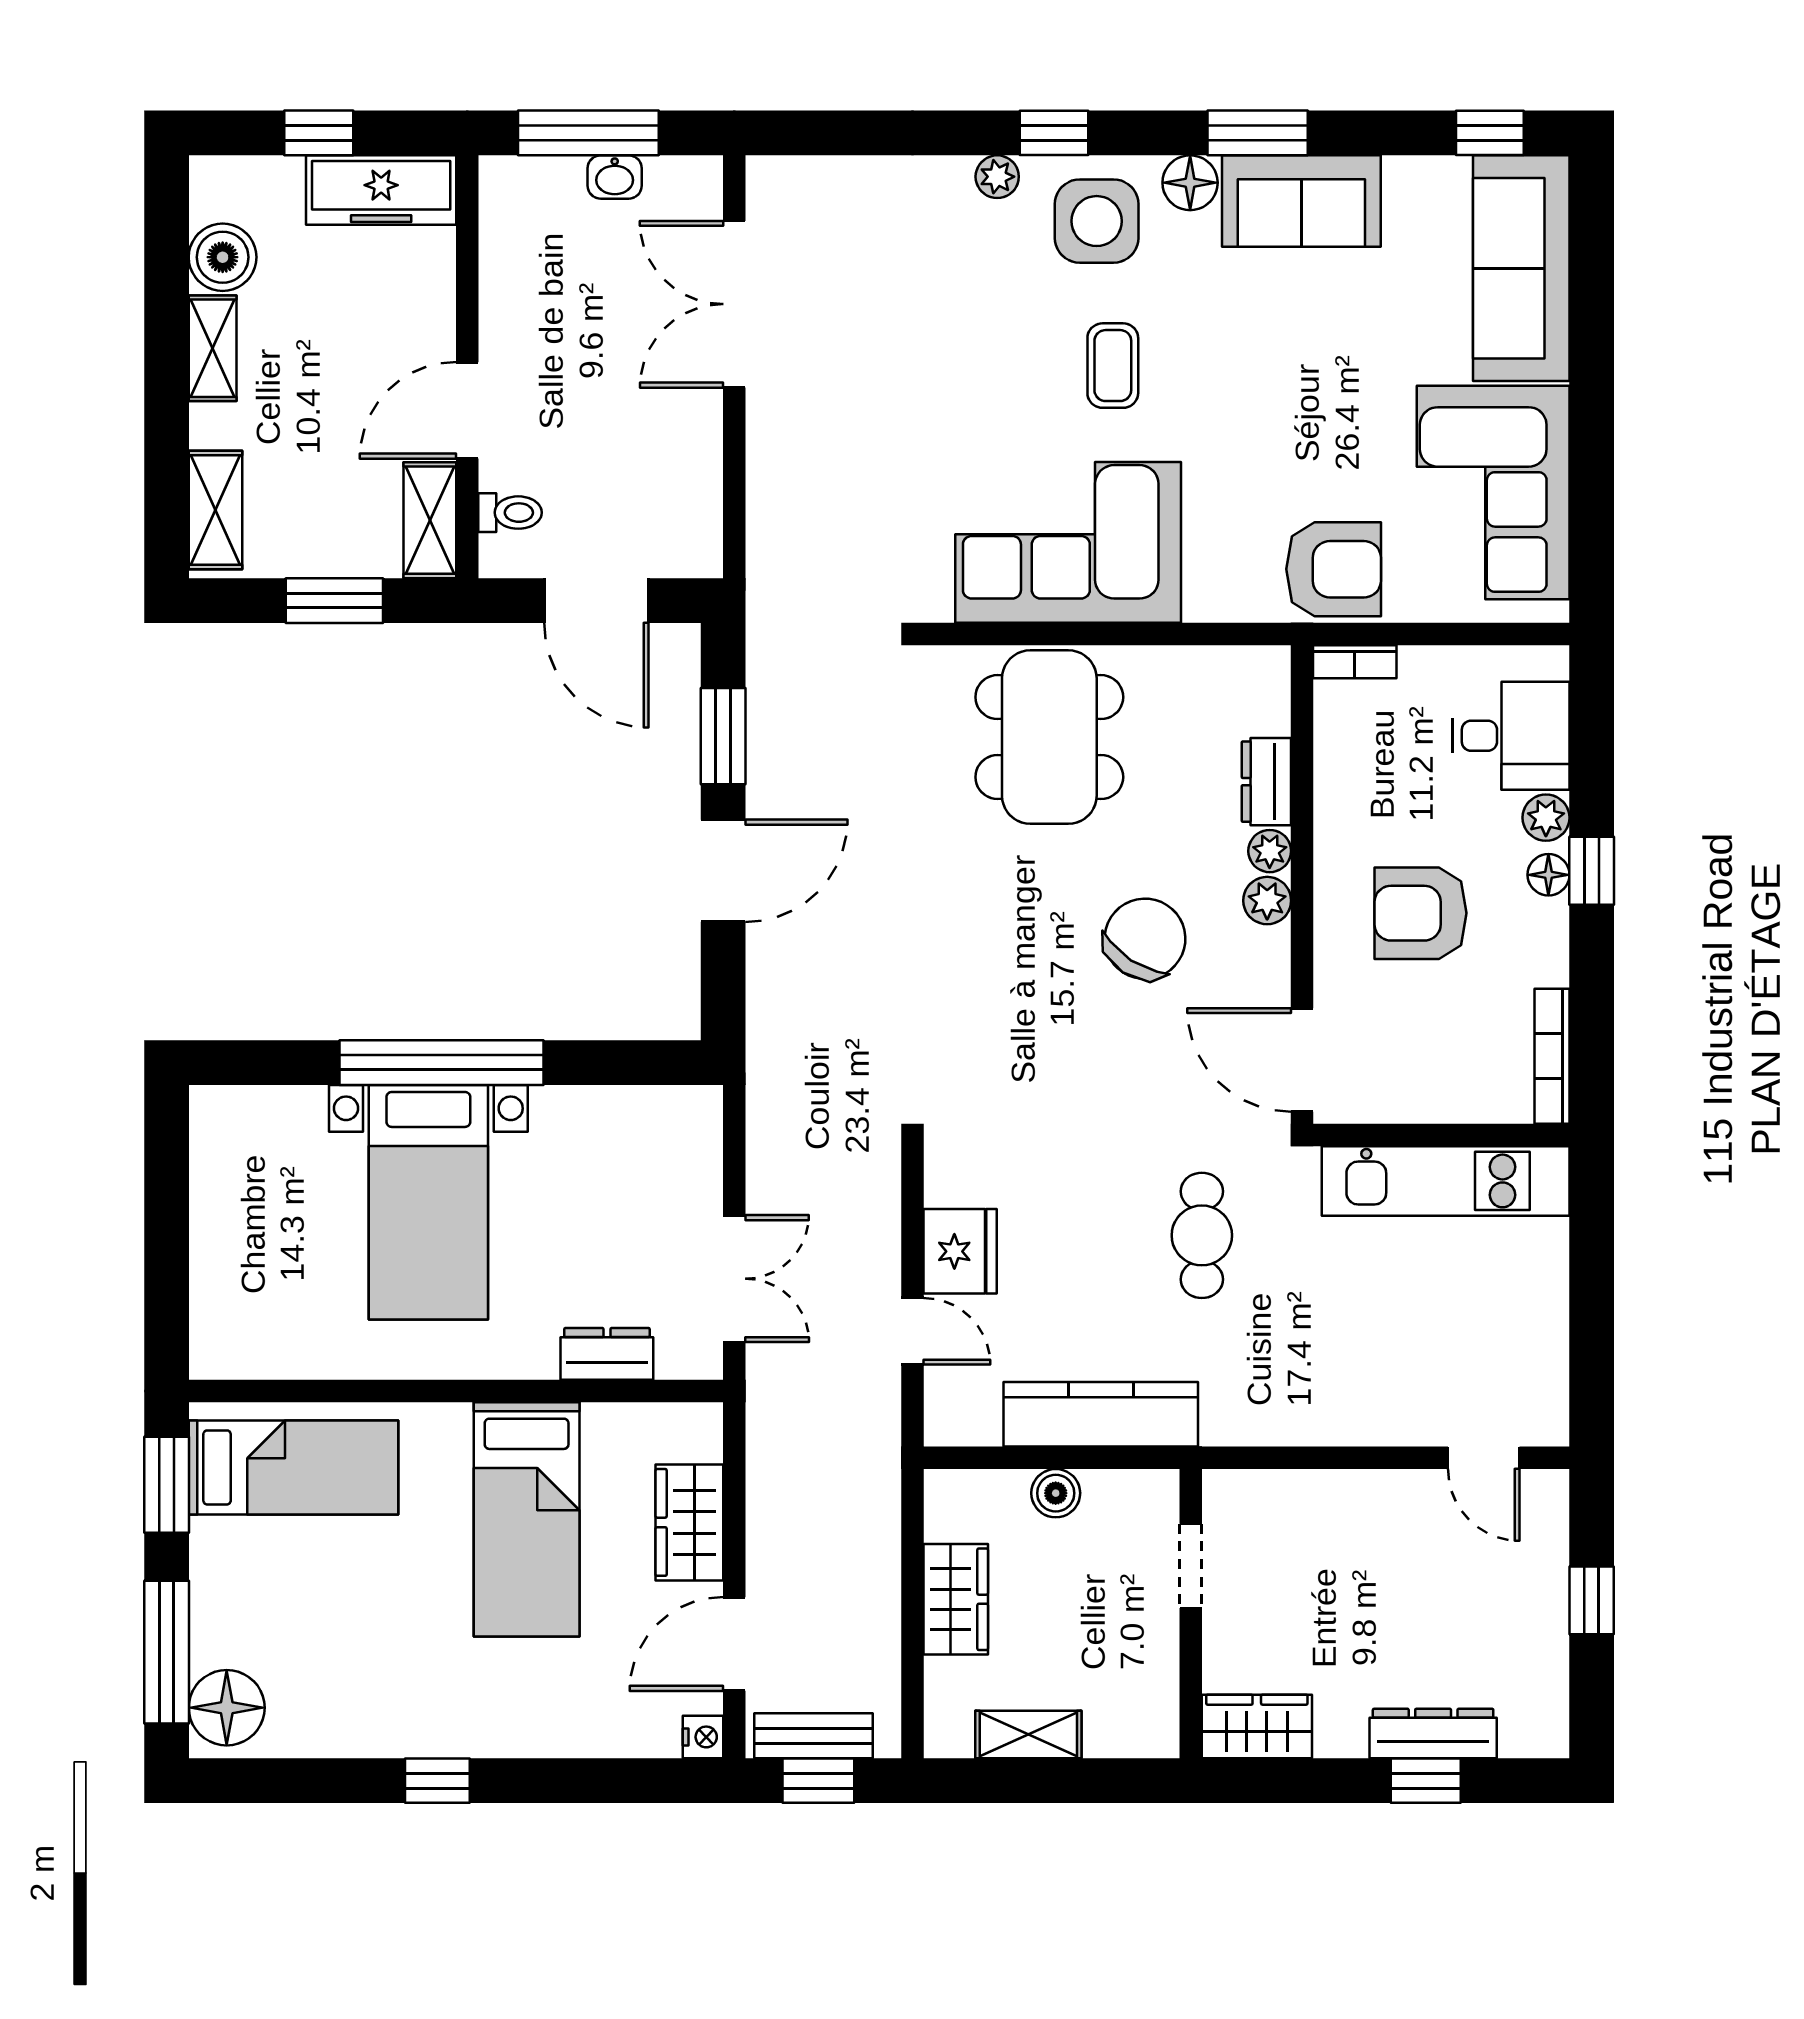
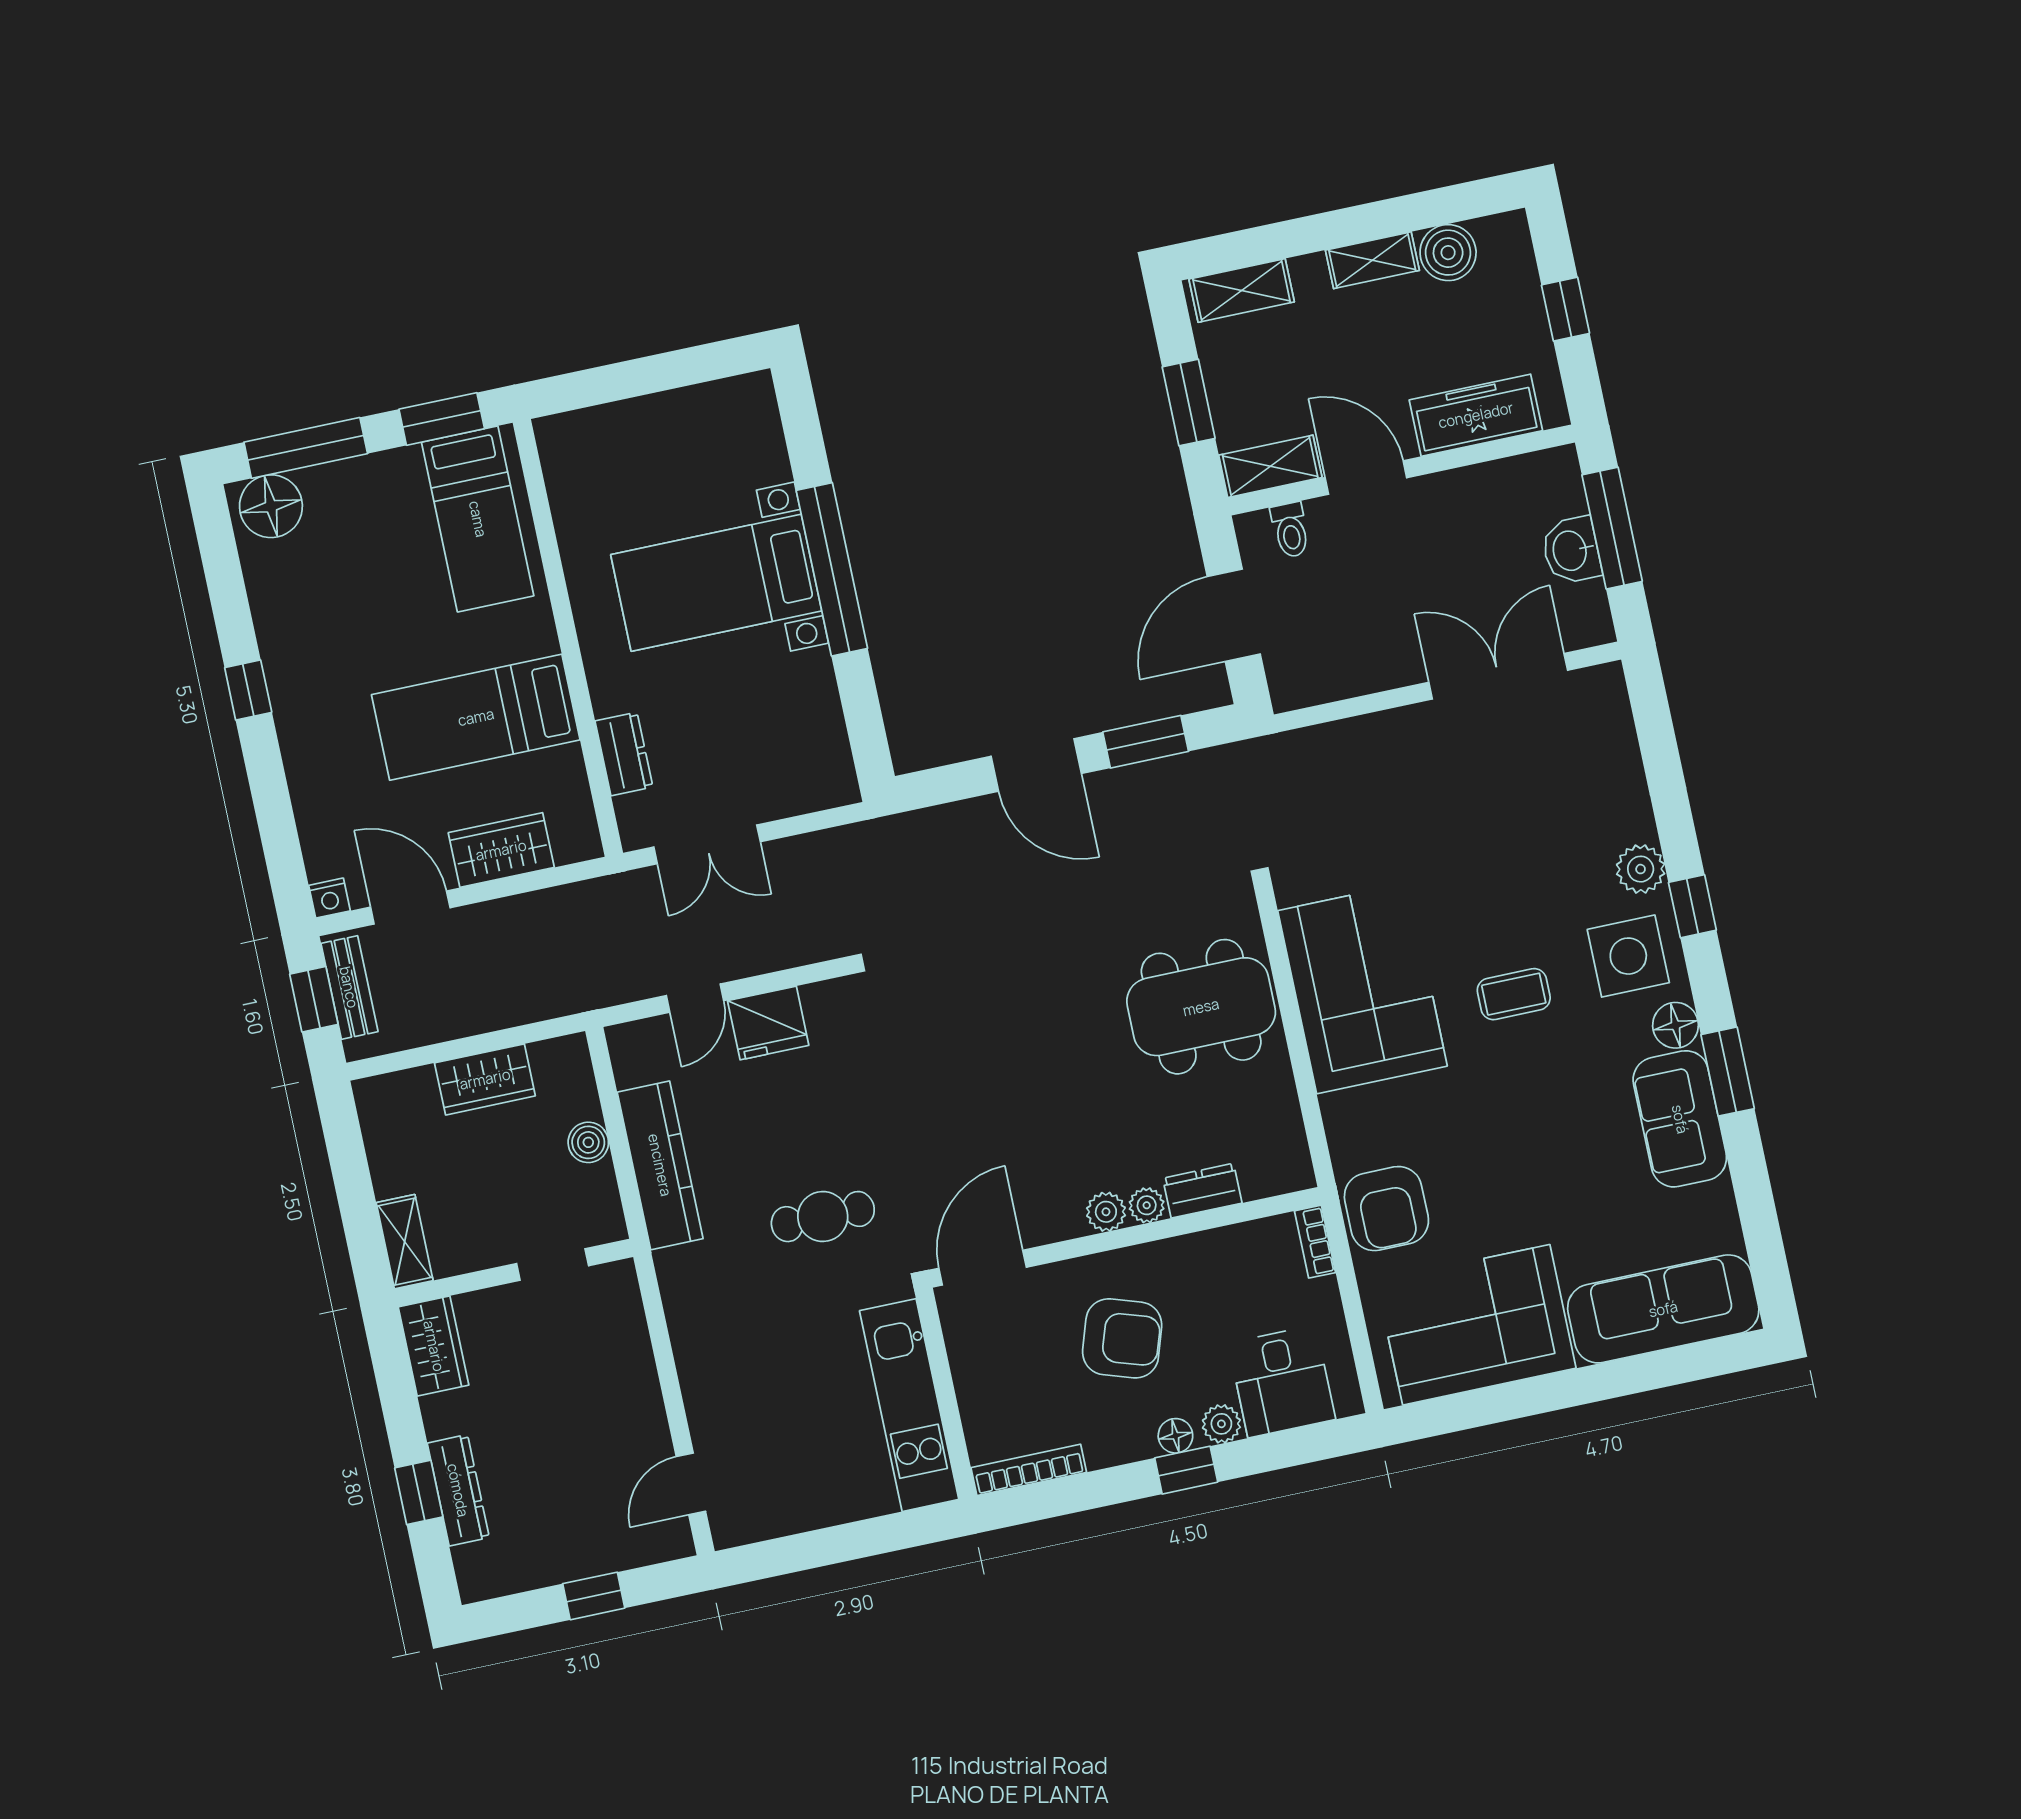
window: (1490, 133) -> (1768, 1260), removed
washbasin: (615, 177) -> (1571, 550), width x1.38, depth x1.45
plant: (997, 177) -> (1641, 869), width x1.38, depth x1.38
freezer: (381, 190) -> (1476, 415), moved, turned 90
armchair: (1420, 913) -> (1122, 1338), turned 108
chair: (1145, 939) -> (1054, 1119), removed
shelving: (1028, 1734) -> (405, 1242), moved

